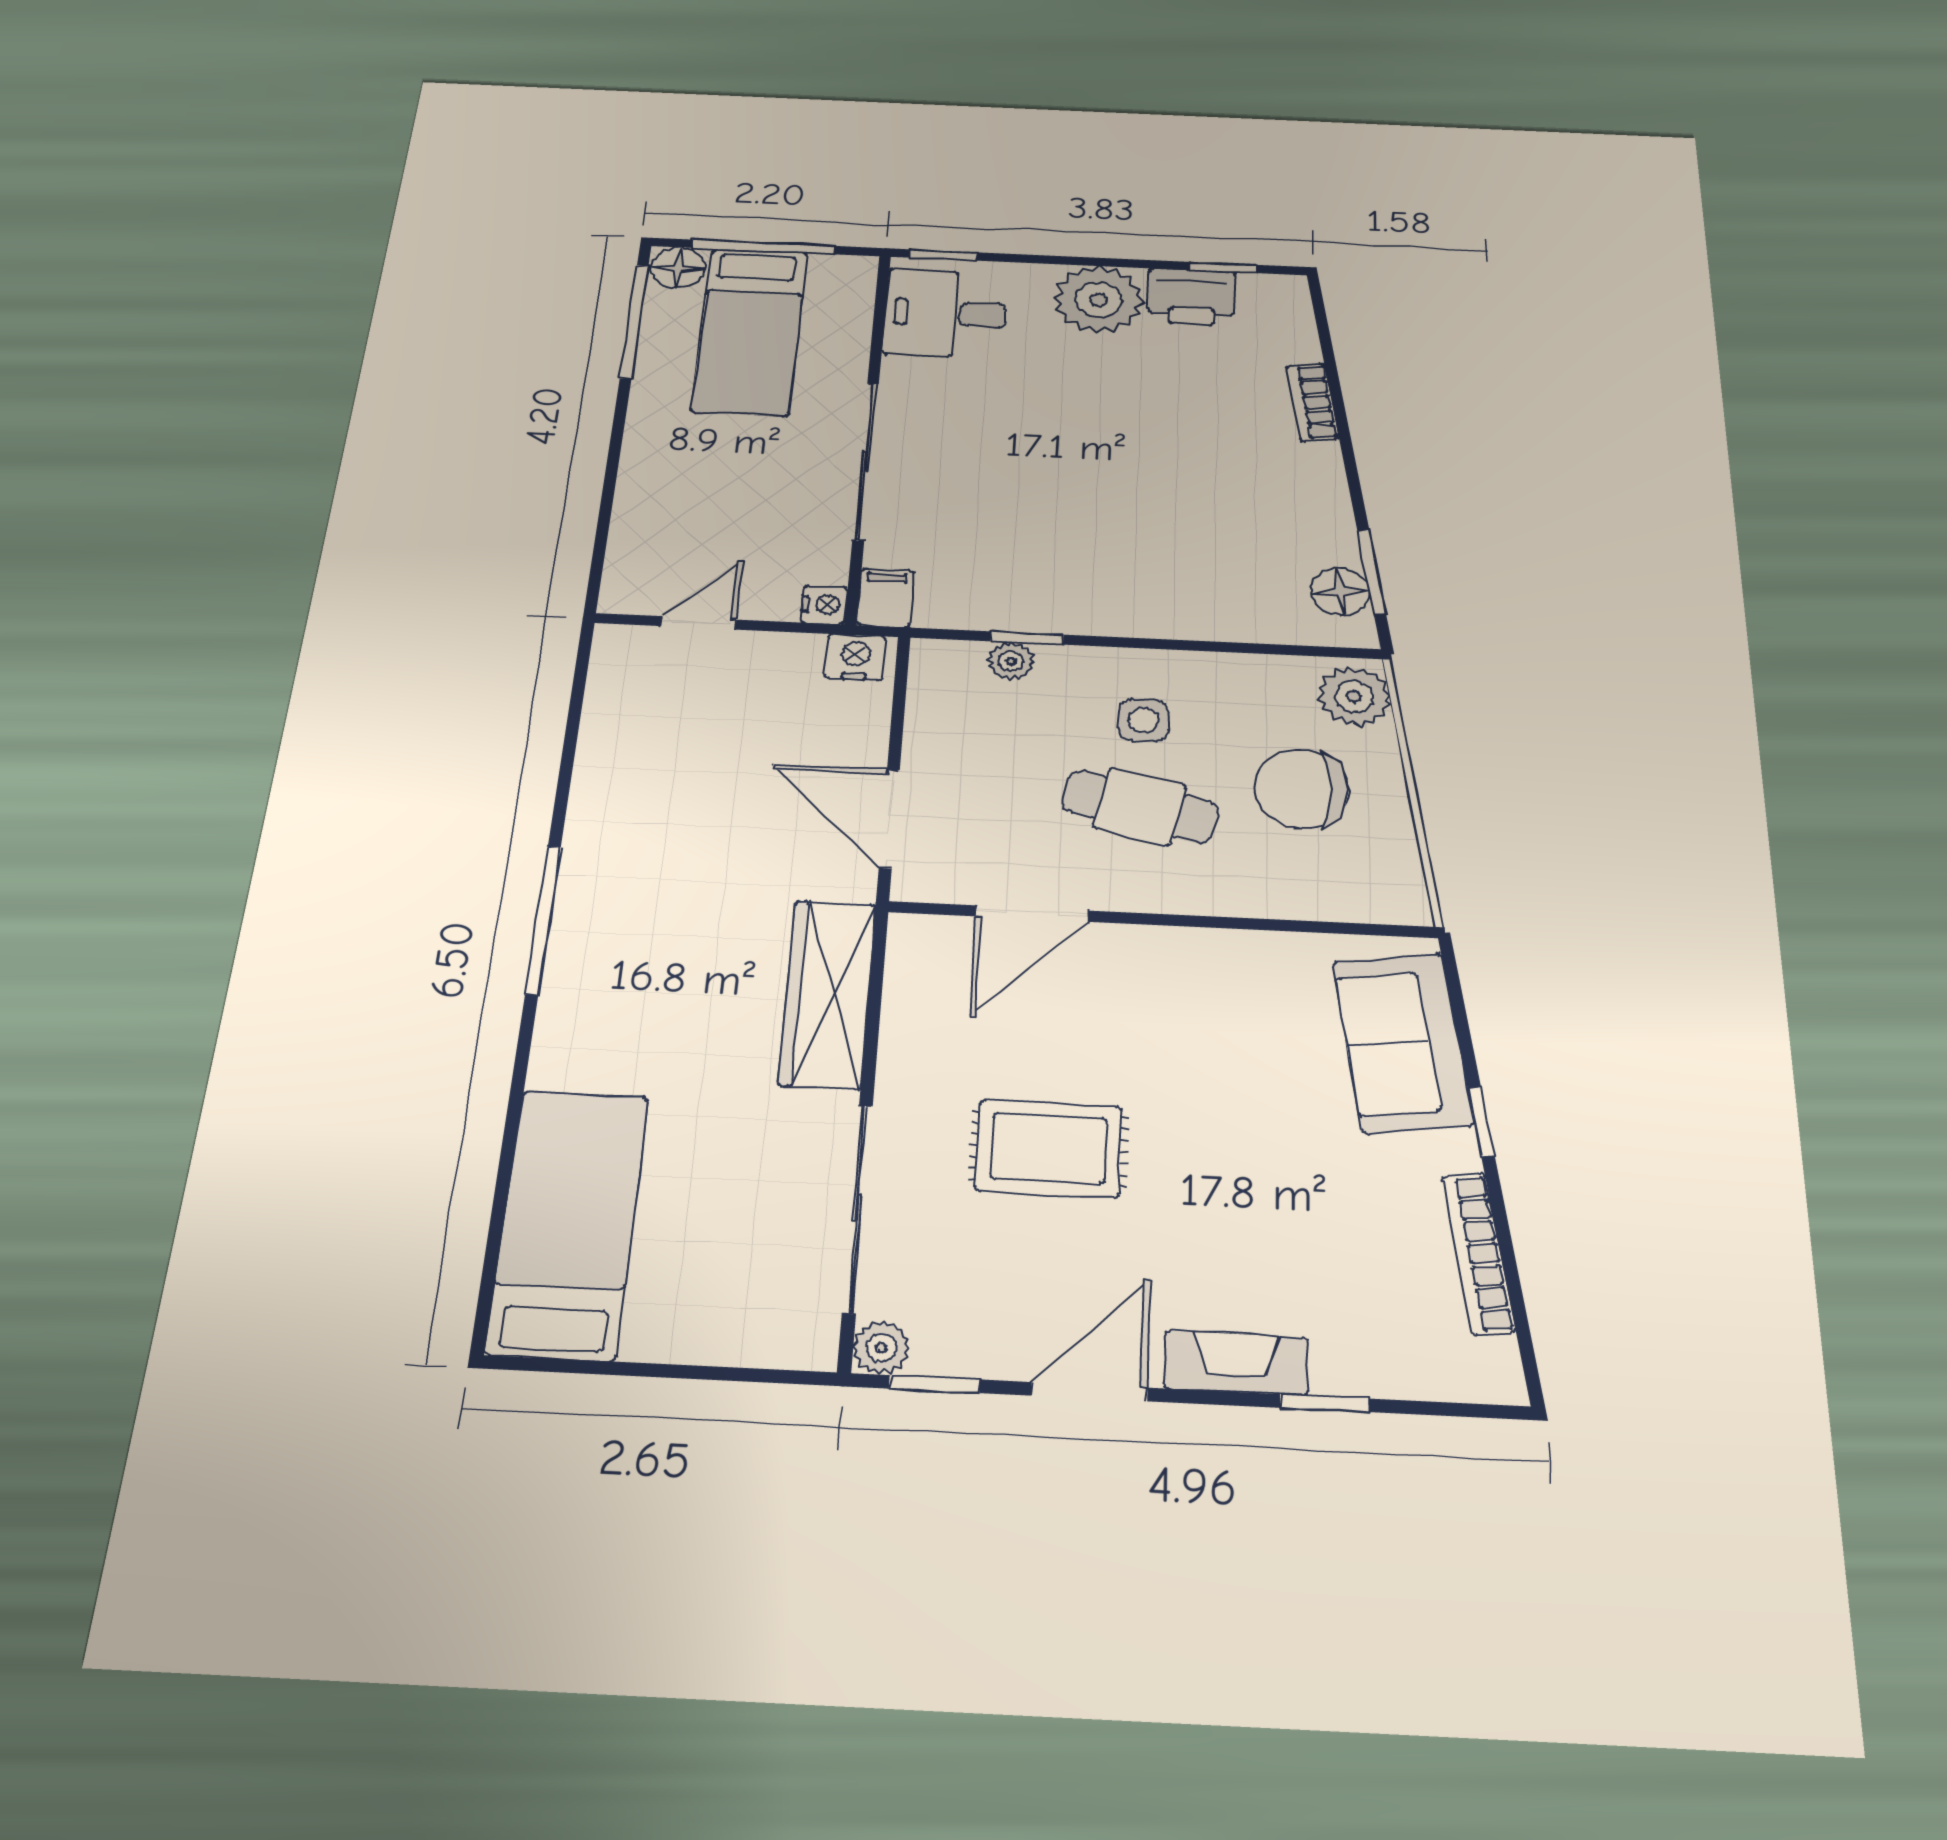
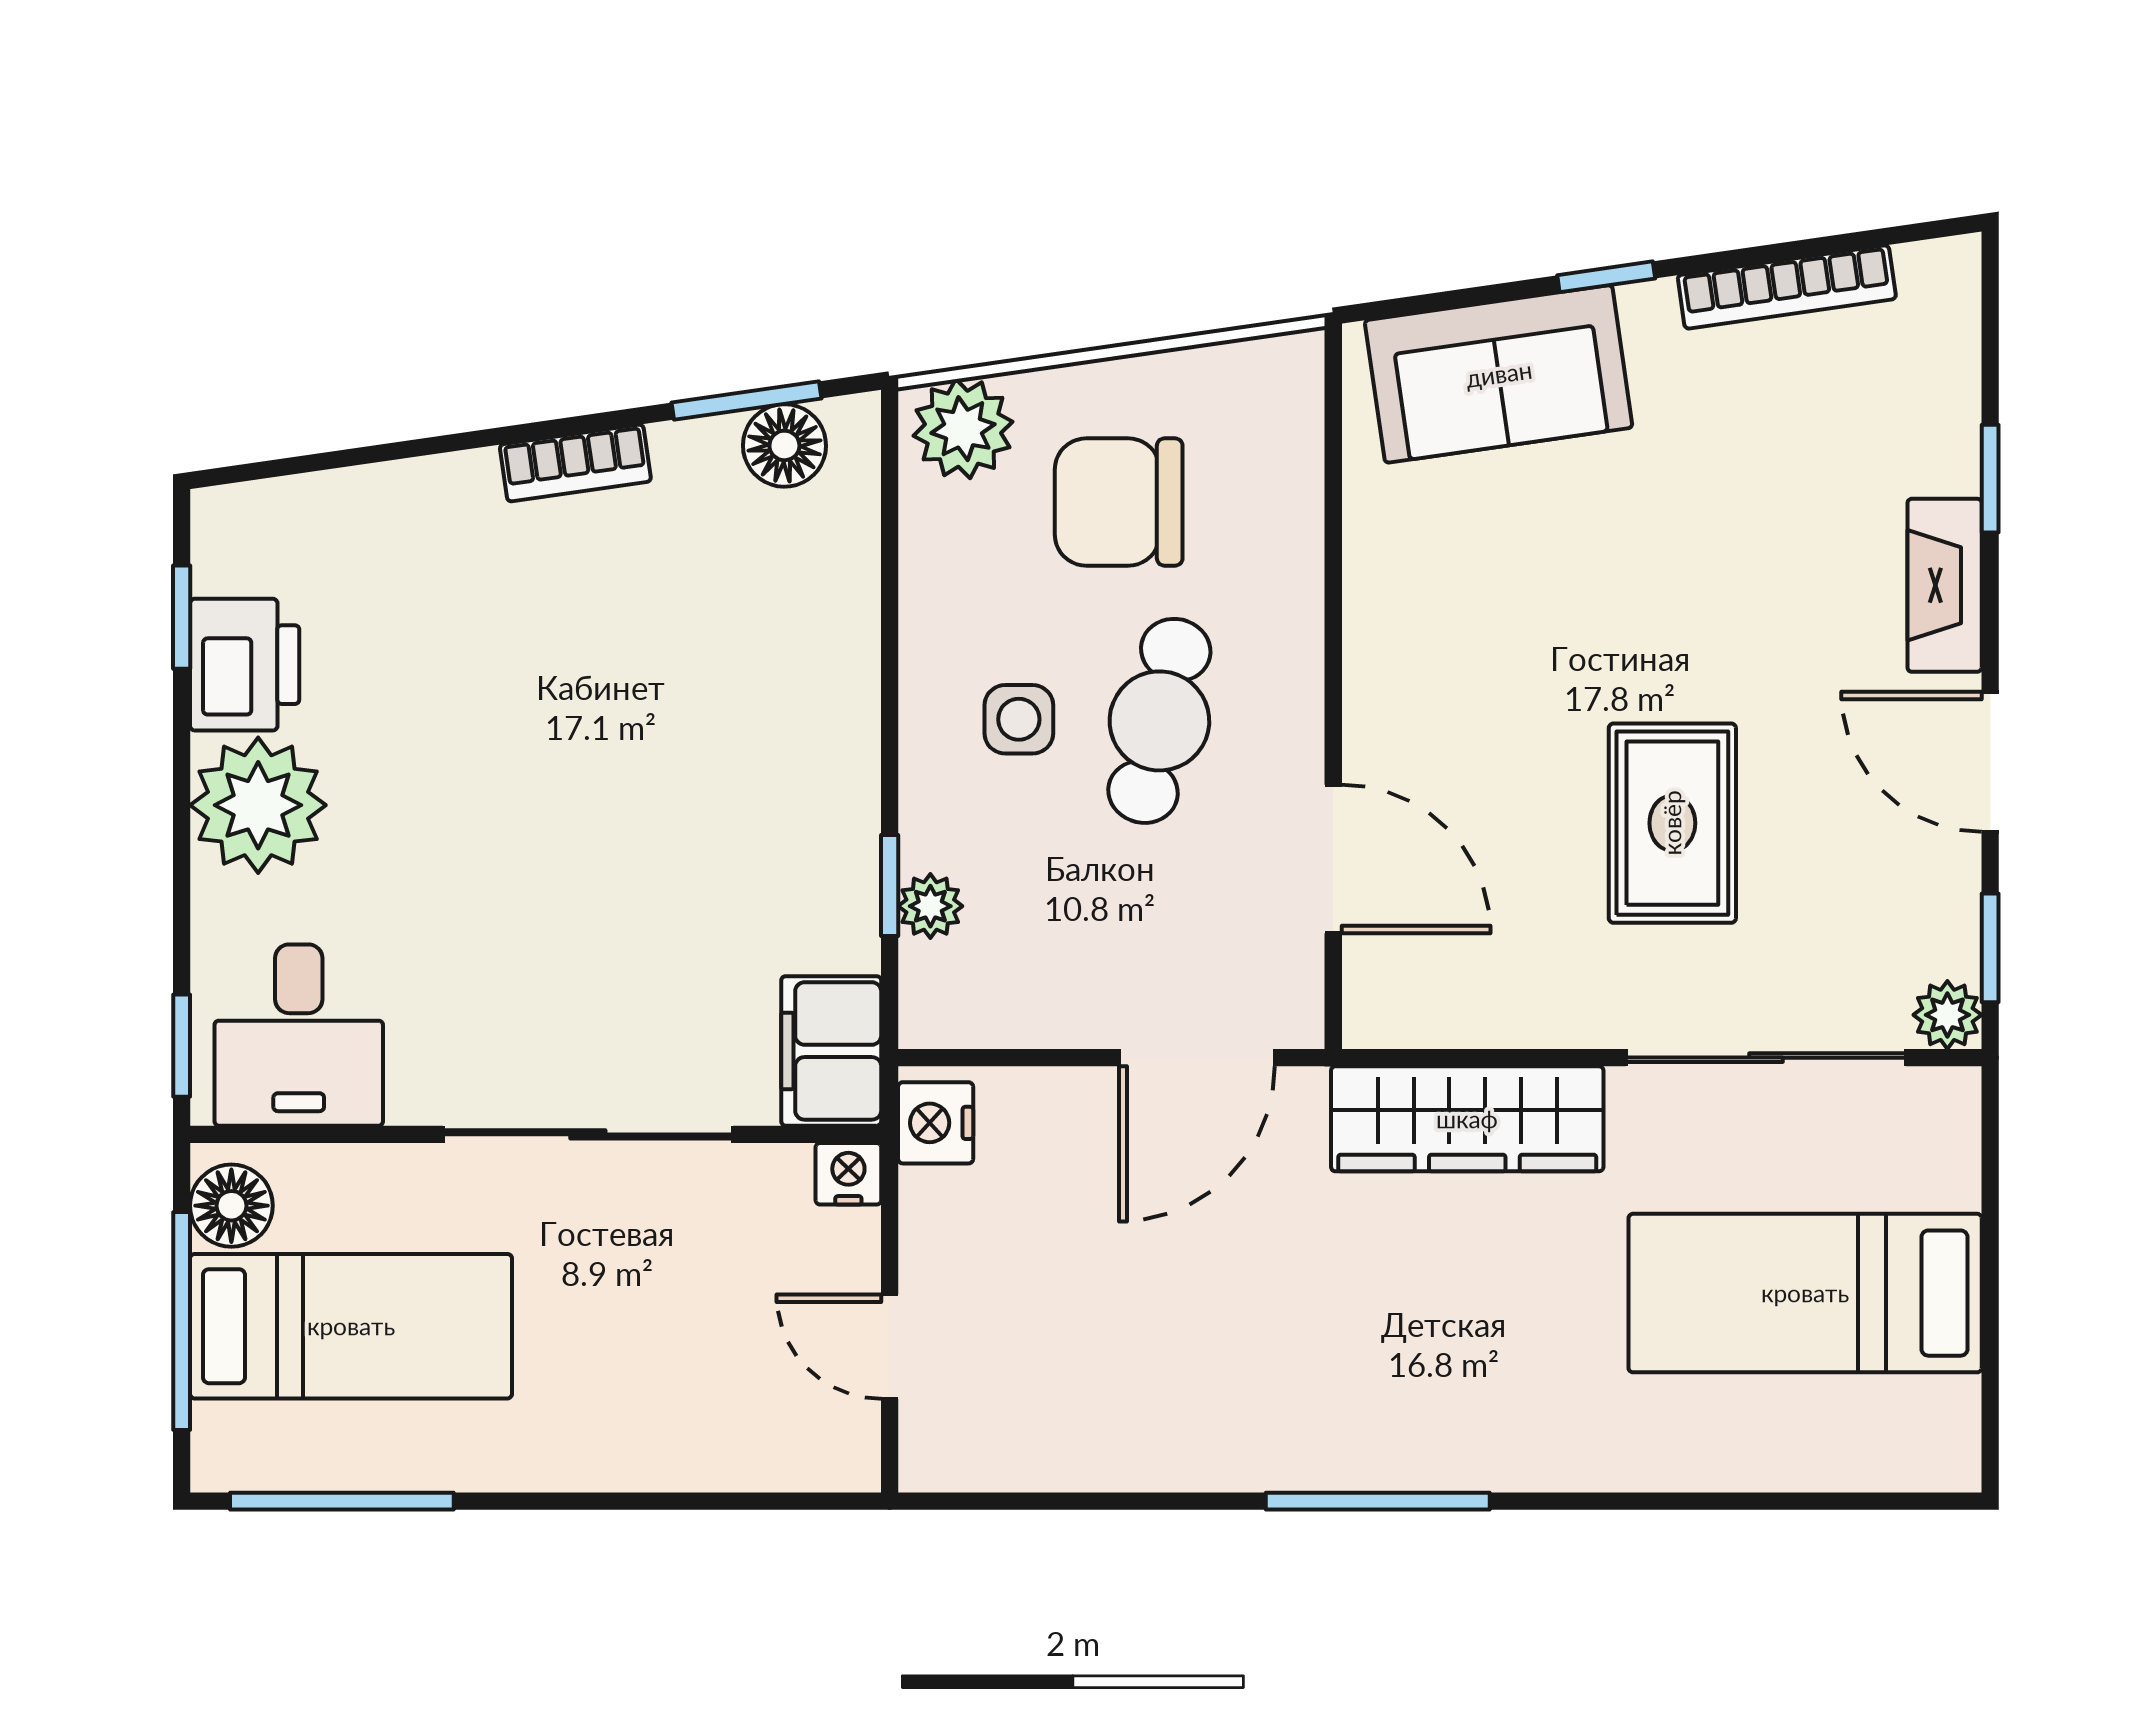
floor lamp: (678, 268) -> (231, 1206), moved
bookcase: (1312, 402) -> (575, 463), moved
filing cabinet: (886, 598) -> (831, 1051), width x2.00
chair: (1302, 789) -> (1119, 502), turned 90
bed: (568, 1223) -> (1805, 1293), moved

